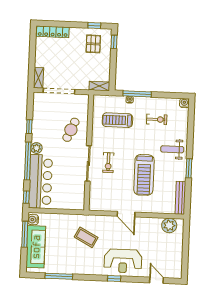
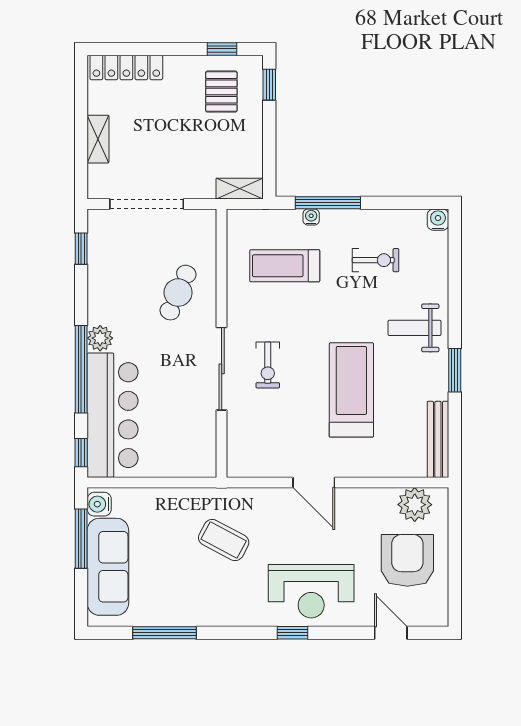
shelving: (39, 78) -> (98, 139), moved
window: (29, 127) -> (81, 249), moved
treadmill: (144, 175) -> (351, 390), turned 180
armchair: (165, 249) -> (407, 560), added

